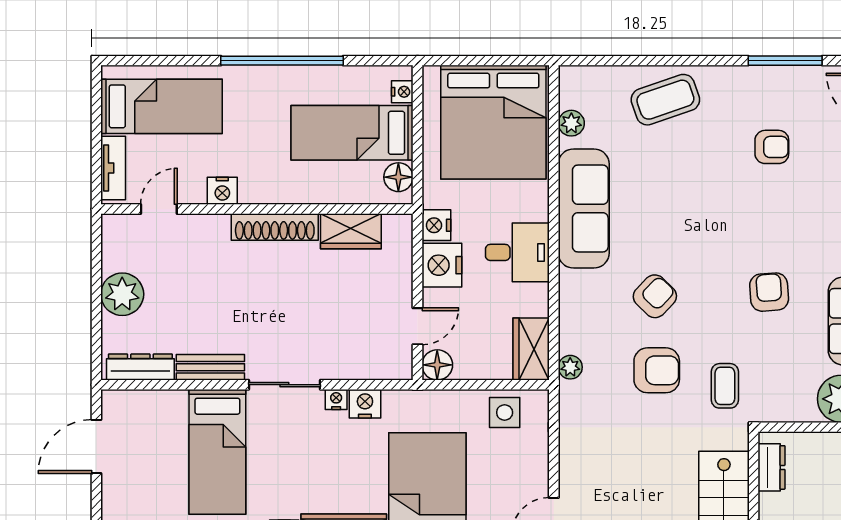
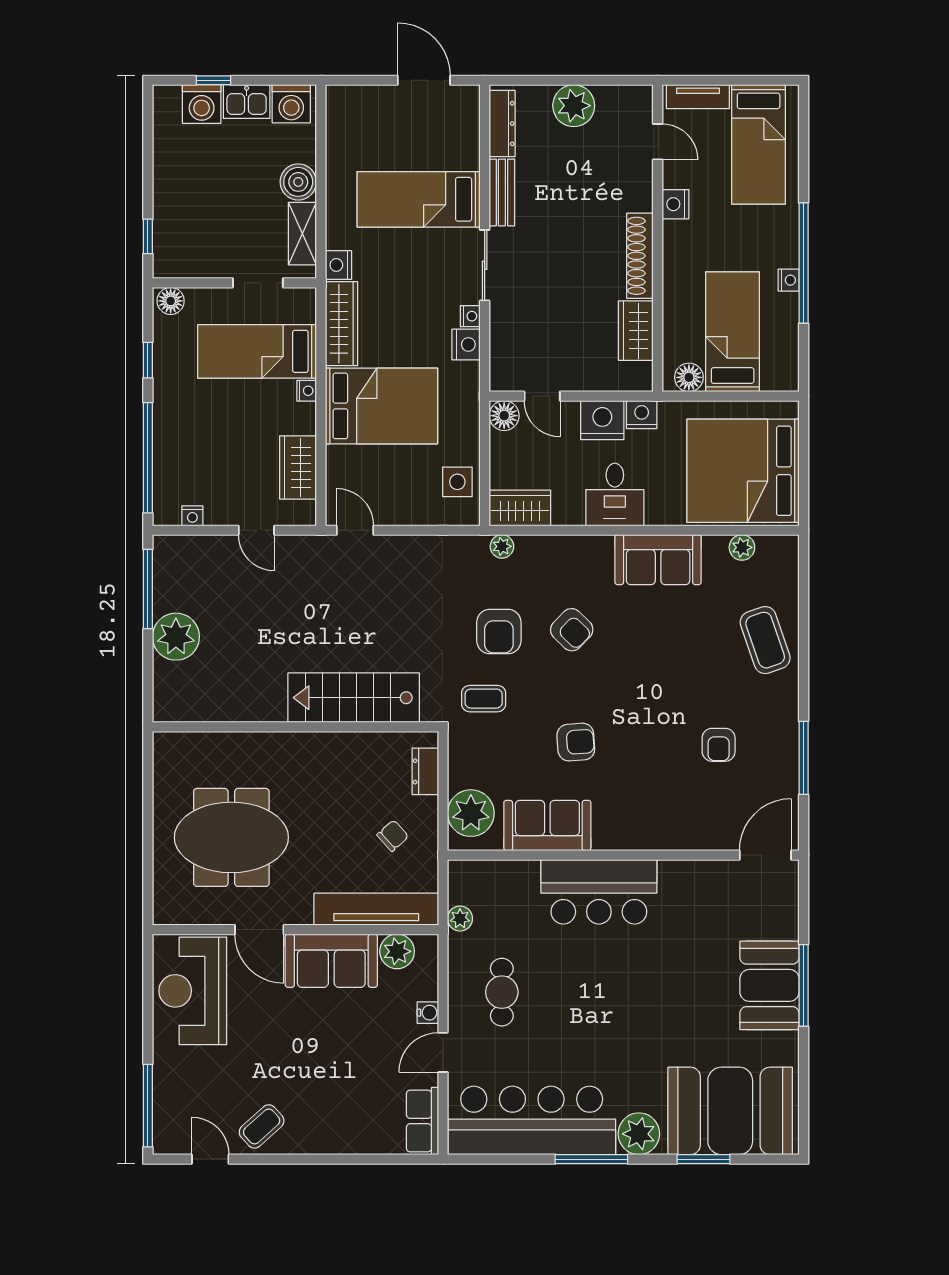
nightstand: (402, 92) -> (789, 280), moved, turned -90
sofa: (584, 209) -> (658, 560), width x0.73
dresser: (772, 467) -> (425, 771), moved, turned 90

